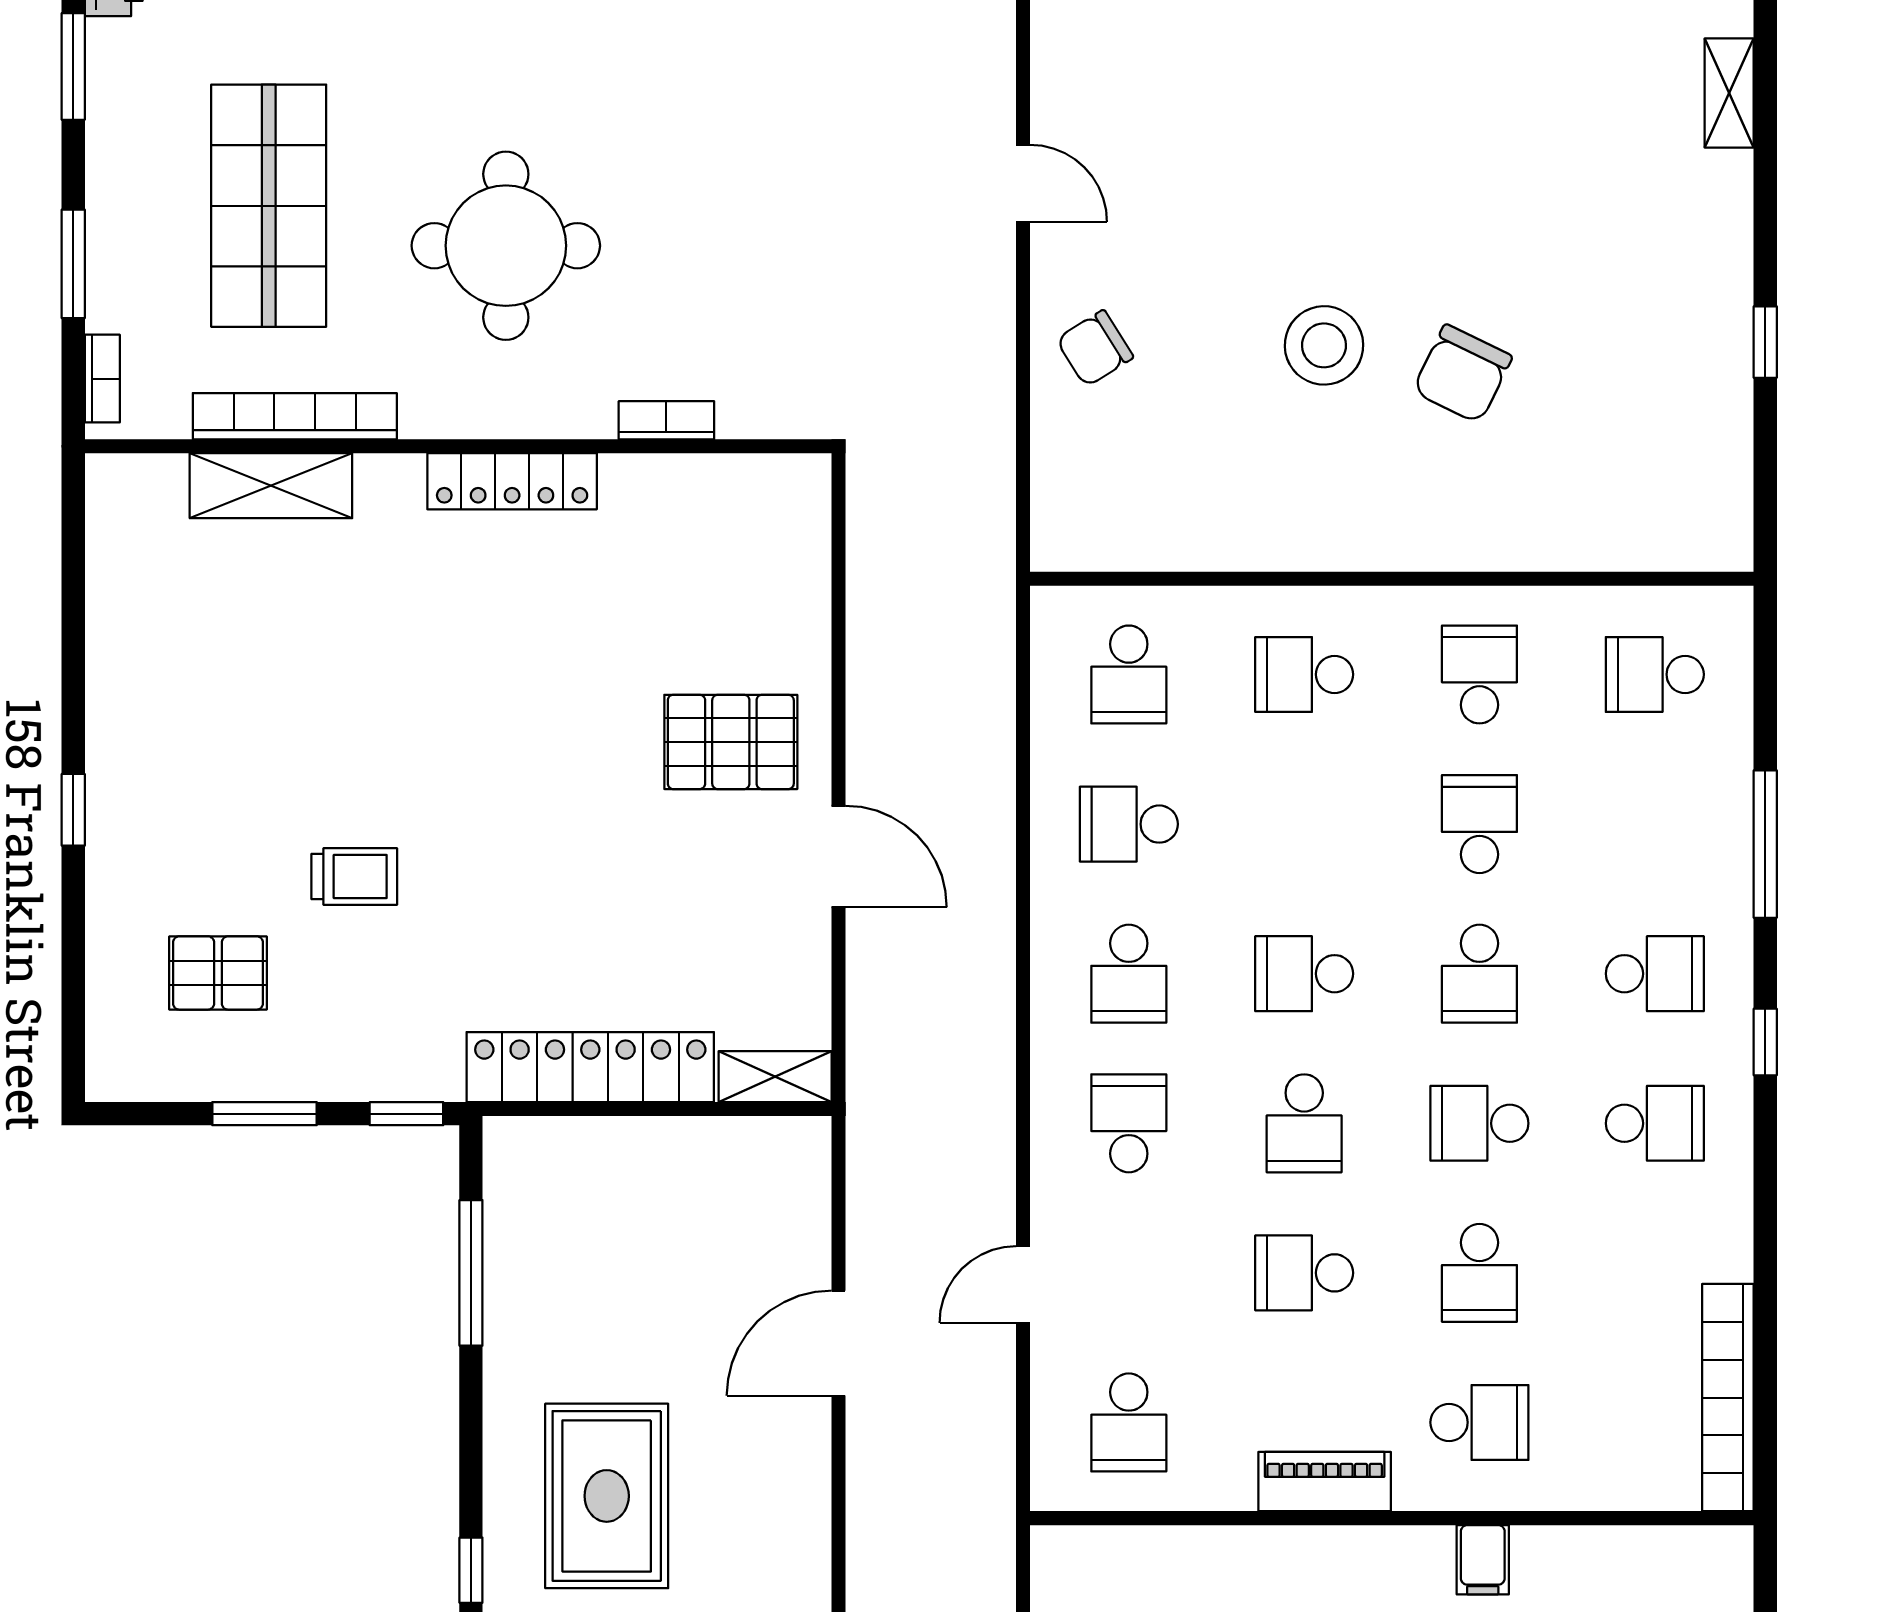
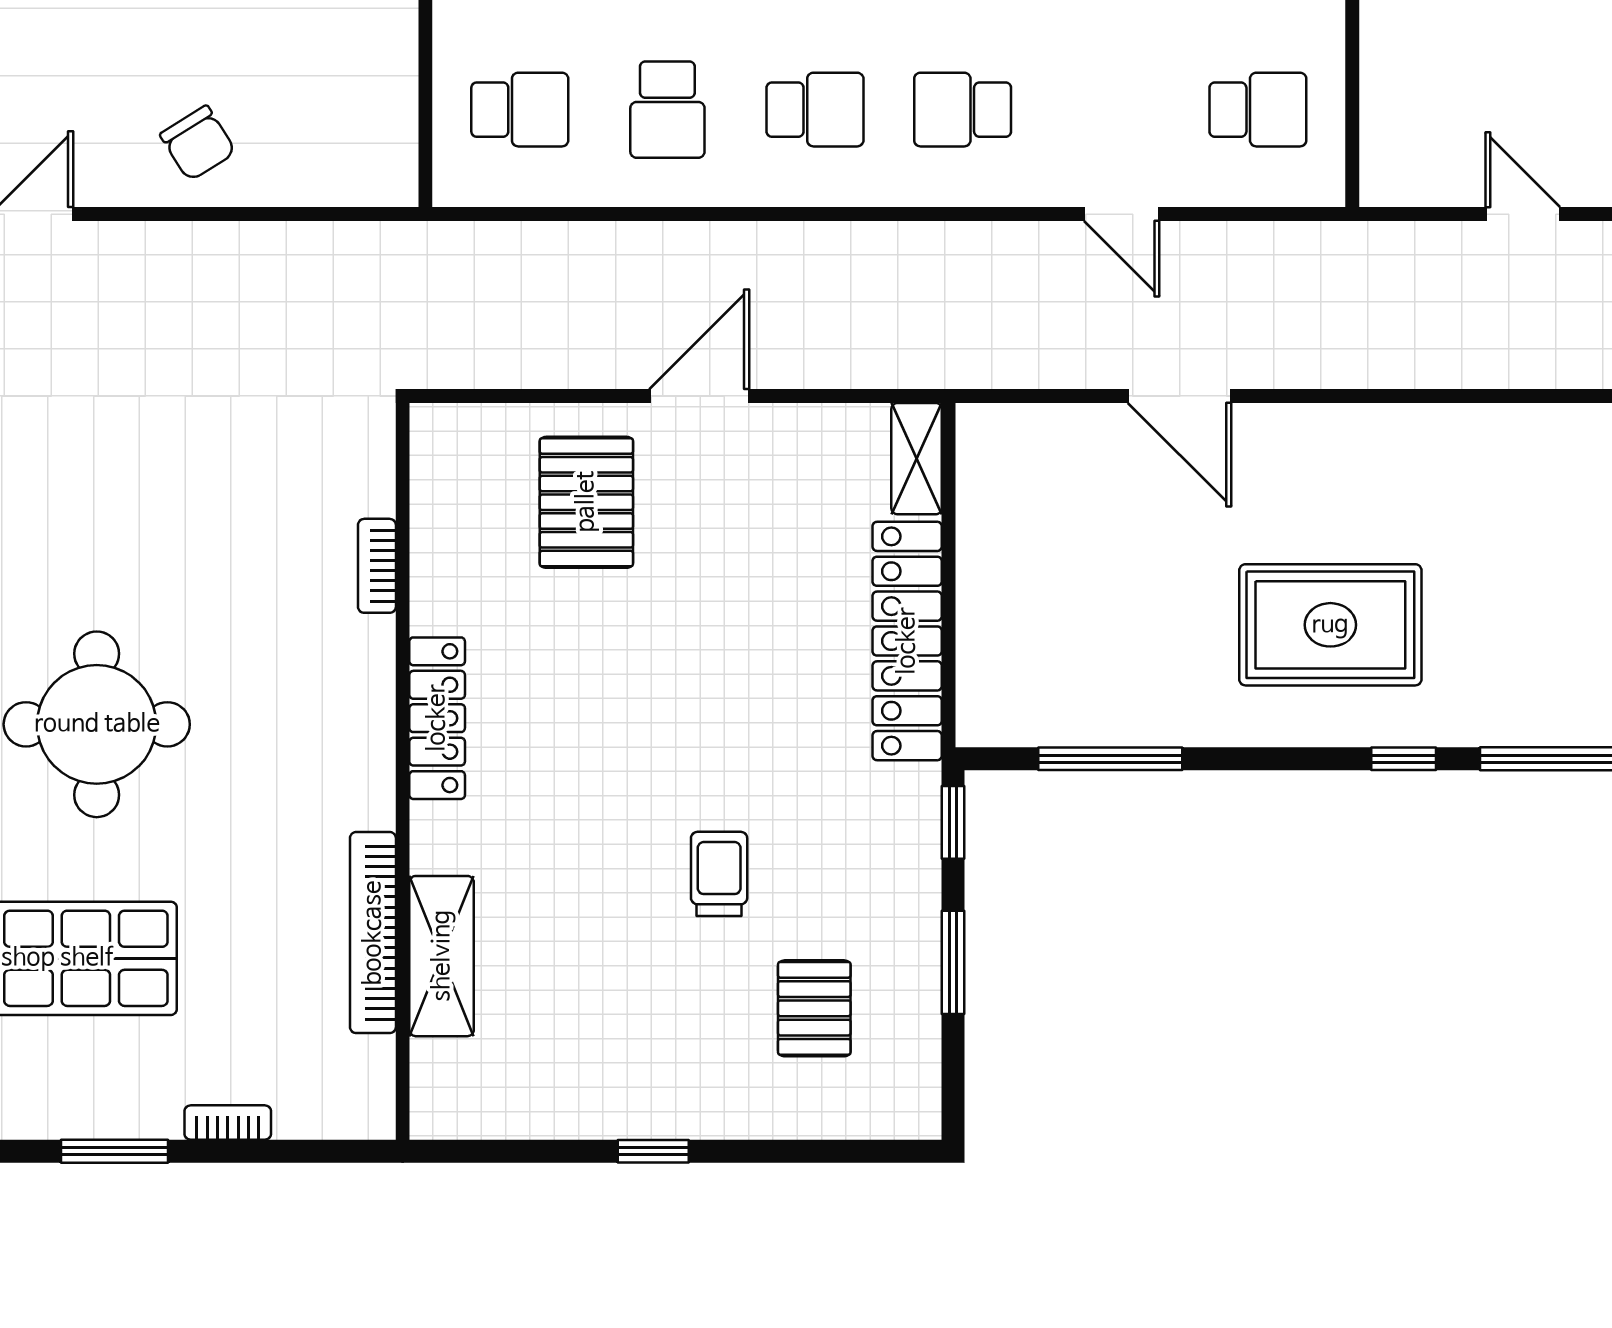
bookcase: (295, 416) -> (373, 933), moved
bookcase: (666, 420) -> (377, 566), moved
wall: (458, 446) -> (403, 771), moved
locker: (512, 481) -> (437, 718), moved
shelving: (271, 486) -> (442, 956), moved

